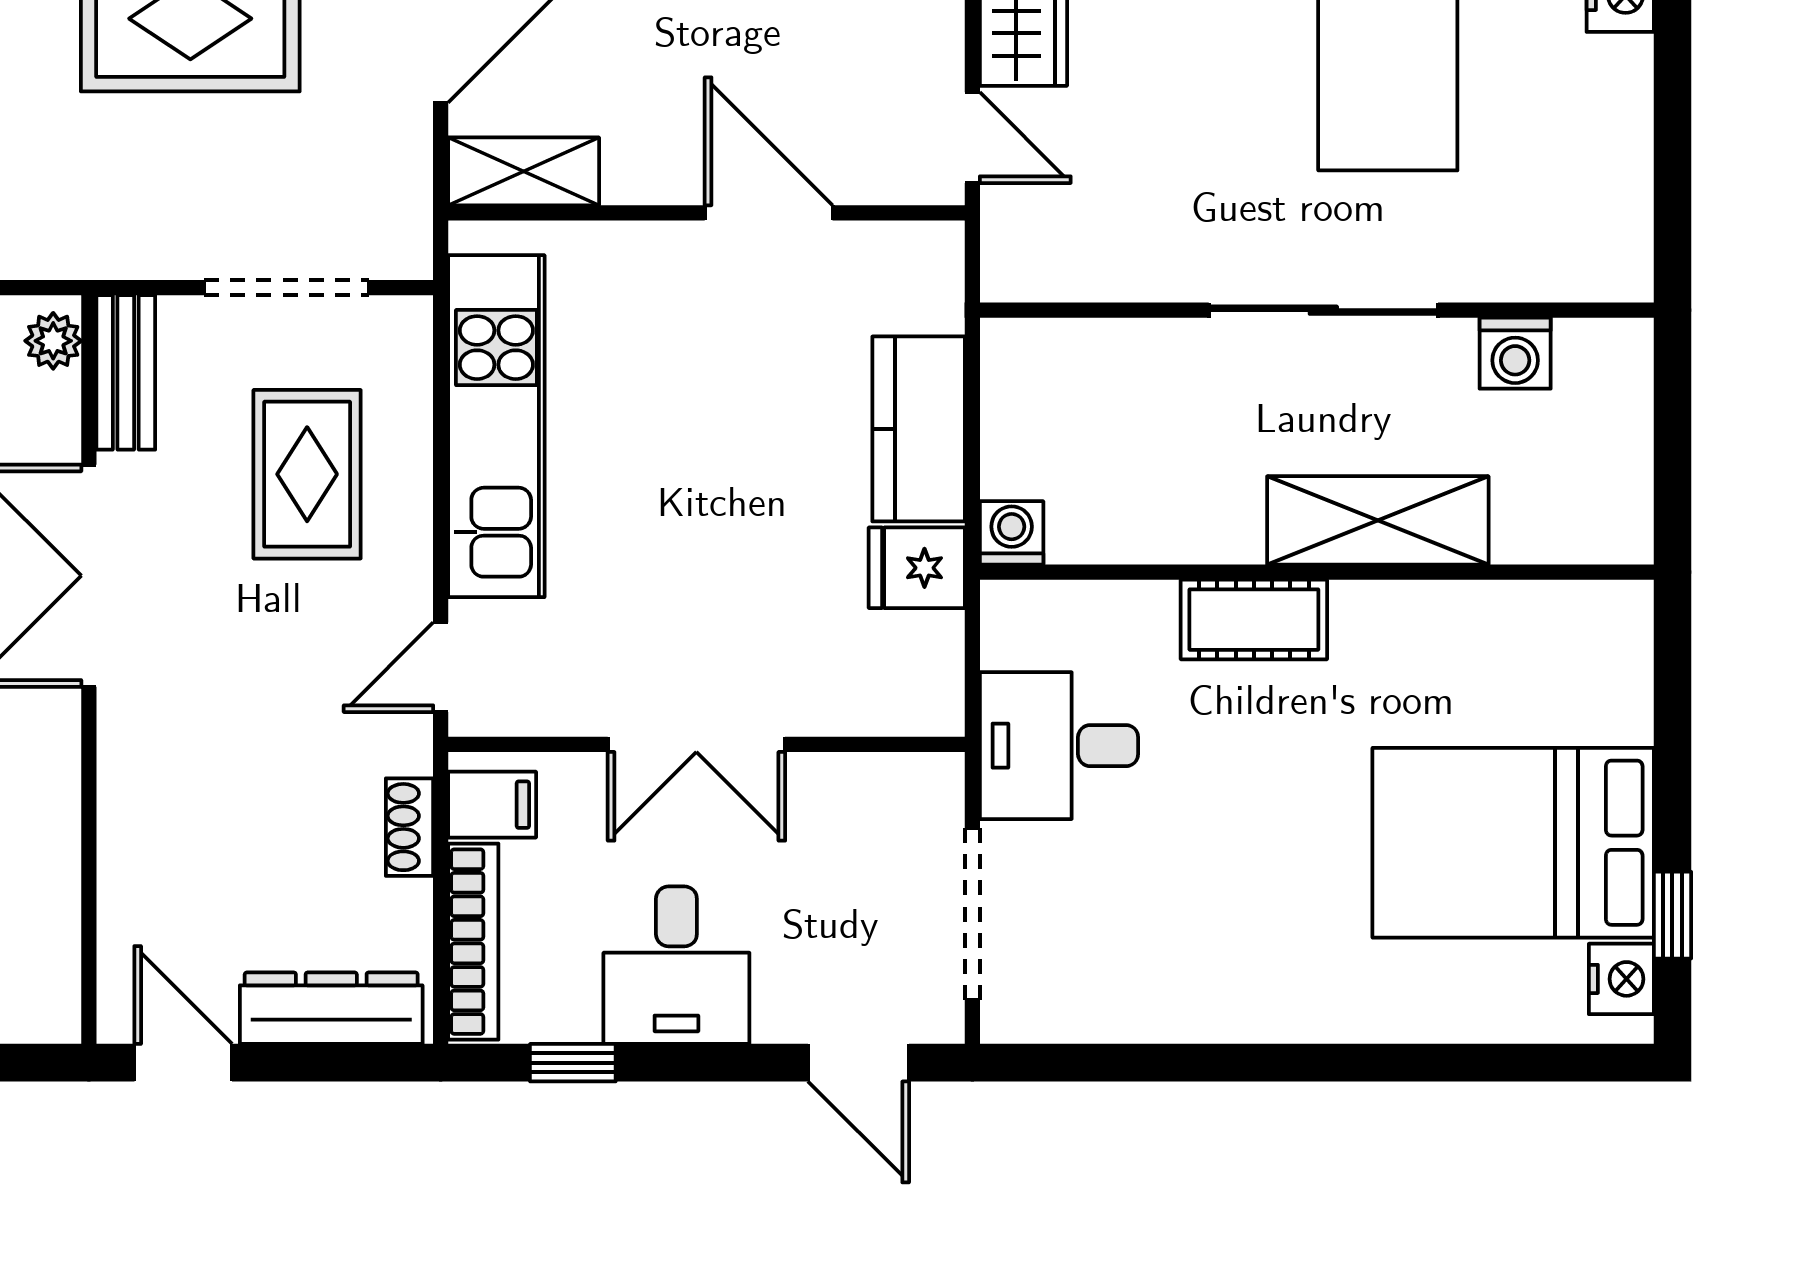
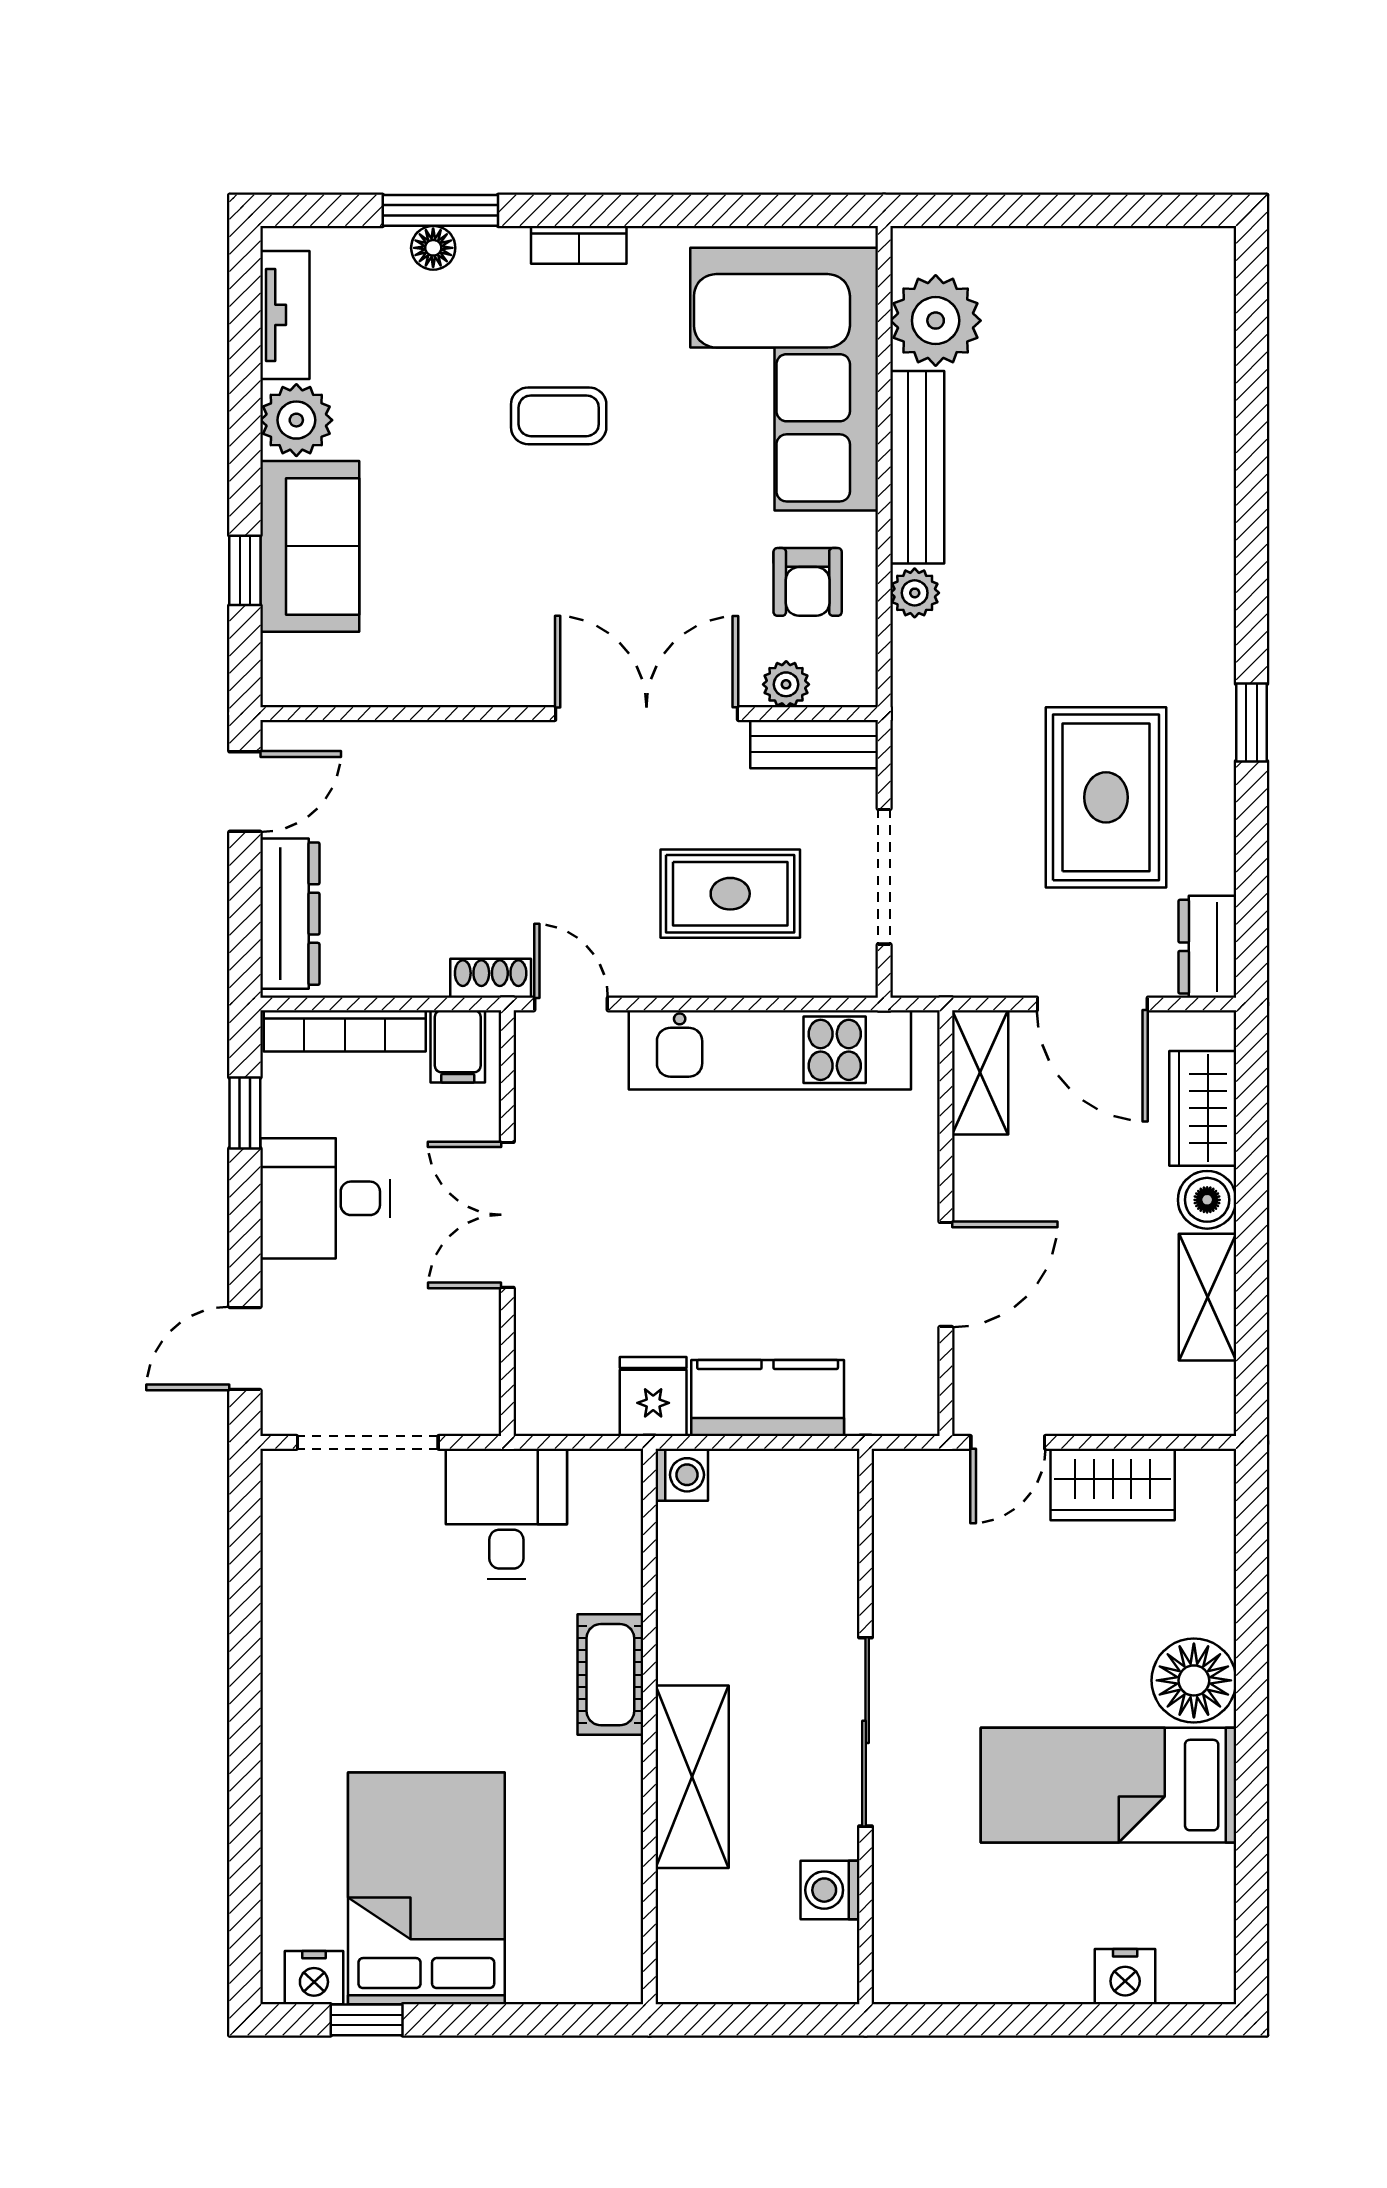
plant: (53, 341) -> (786, 684), moved
shoe rack: (410, 827) -> (491, 978), moved

